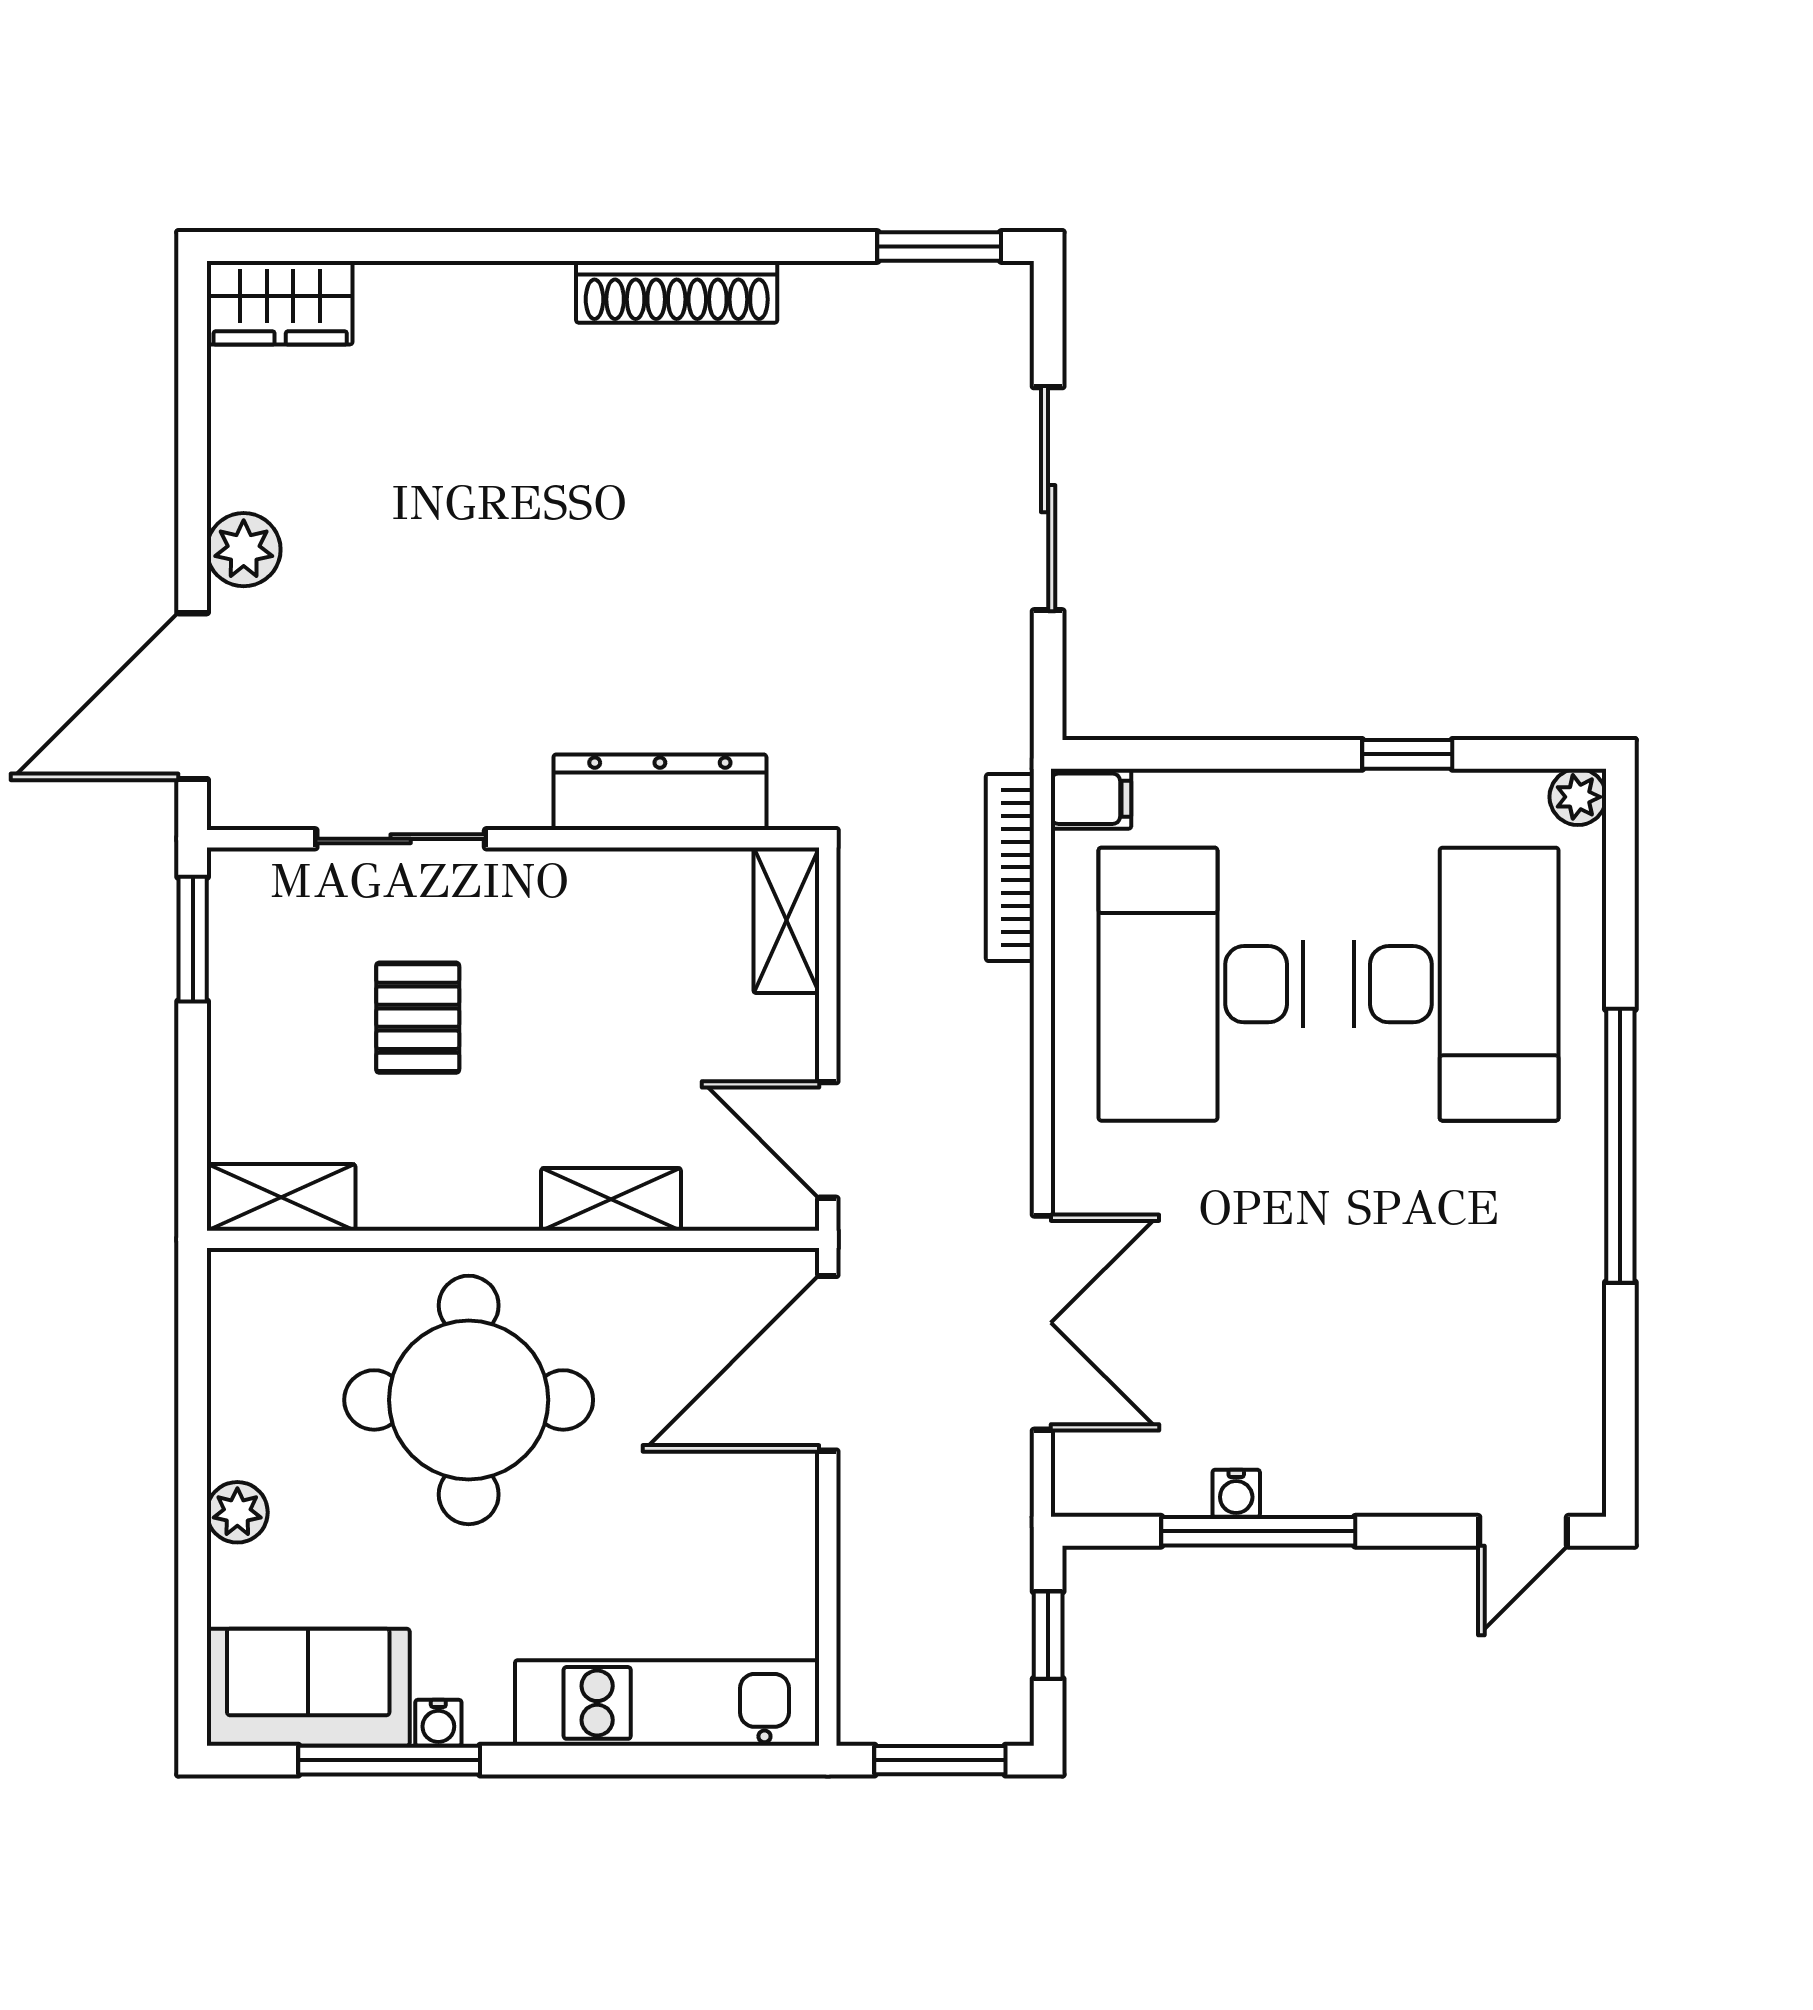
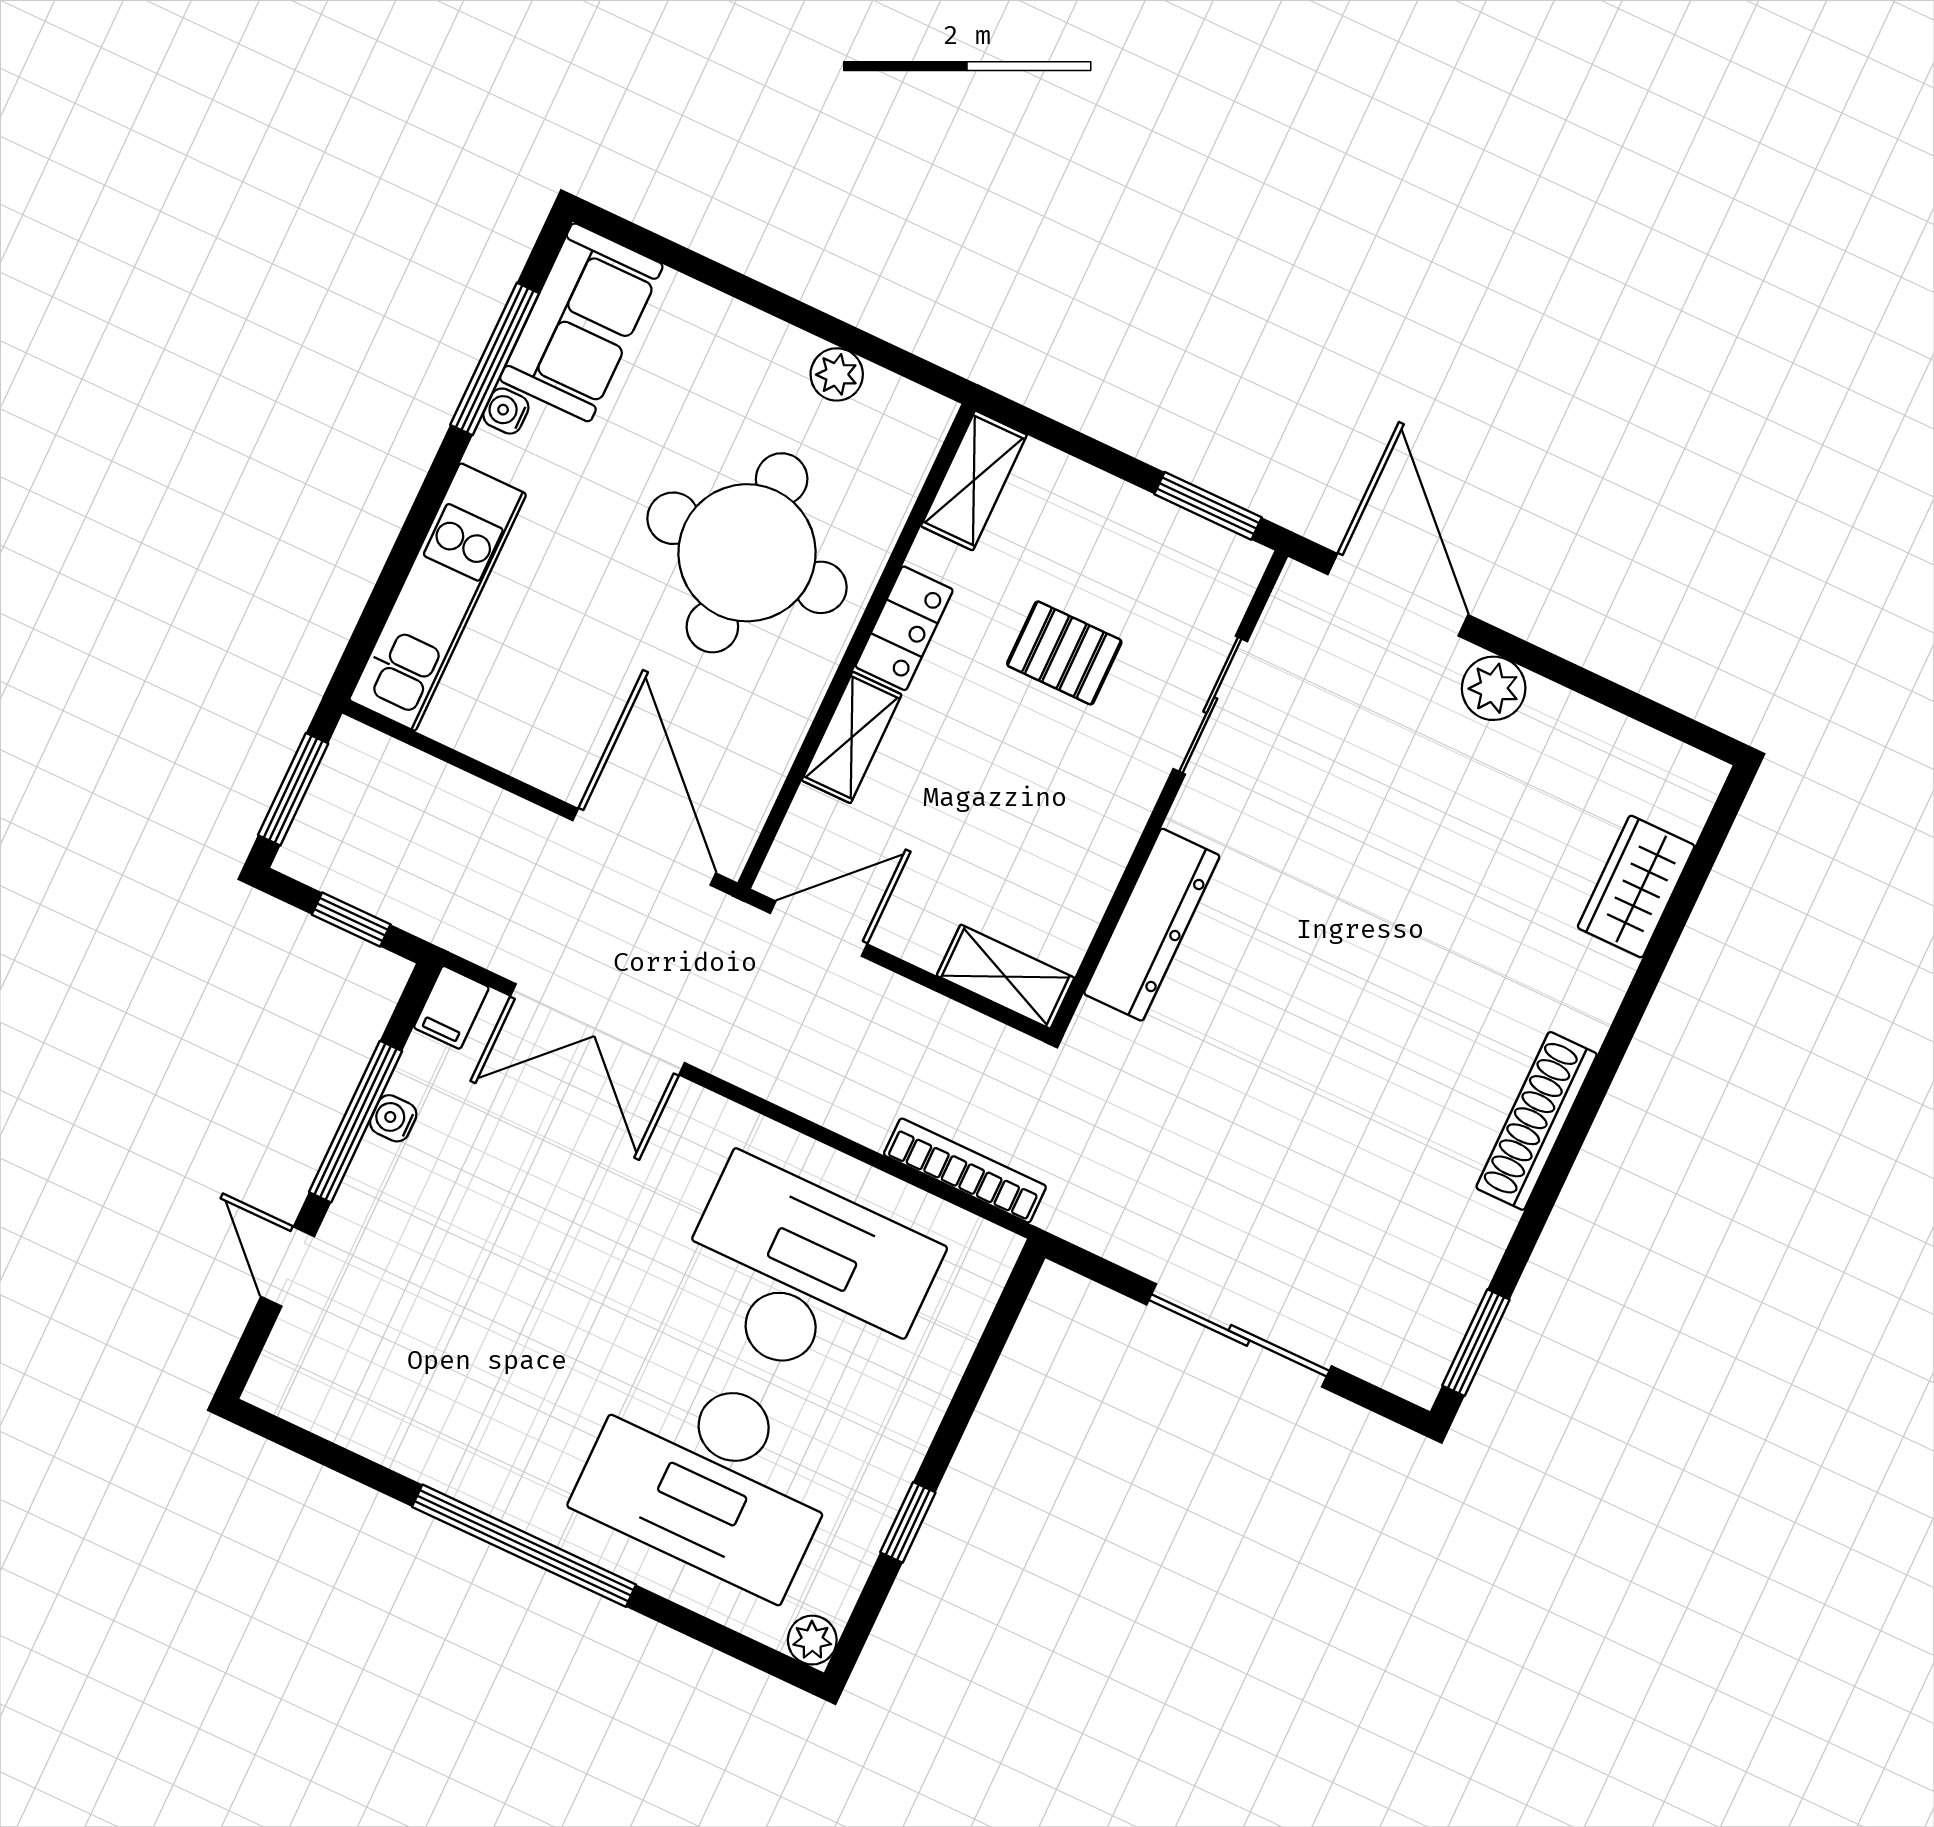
wardrobe: (280, 303) -> (1636, 886), moved
filing cabinet: (1091, 799) -> (451, 1007), moved
locker: (471, 1198) -> (904, 628), added
plant: (237, 1512) -> (837, 374), moved
door: (1523, 1531) -> (288, 1267), moved

